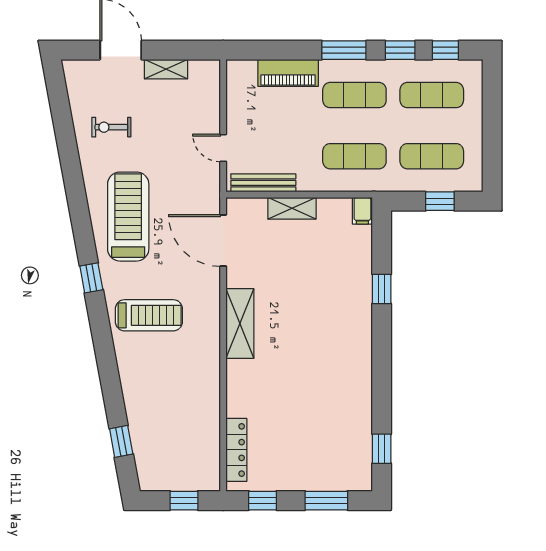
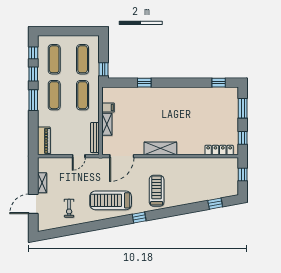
piano: (288, 73) -> (44, 141), moved
window: (440, 201) -> (103, 69), moved
filing cabinet: (362, 211) -> (108, 108), moved

